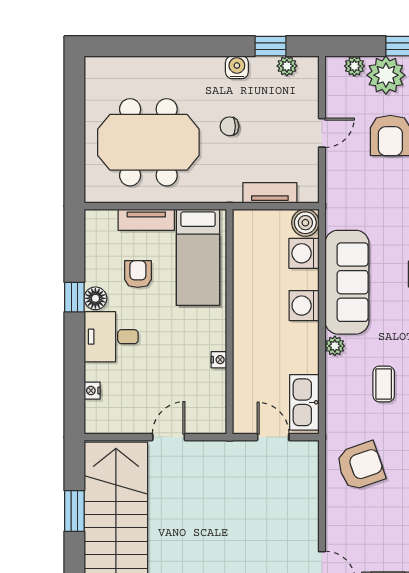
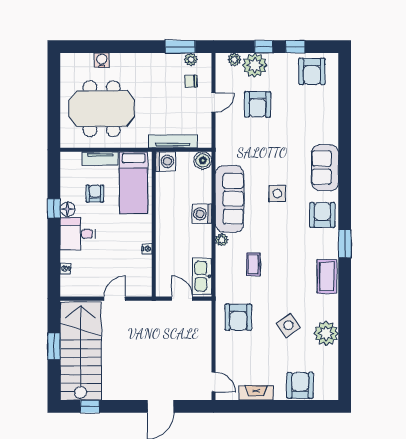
window: (270, 46) -> (180, 47), width x1.50
water cooler: (237, 67) -> (102, 60), moved
chair: (230, 126) -> (191, 81), moved
tv unit: (270, 193) -> (173, 141), width x1.41
washing machine: (304, 253) -> (165, 161), moved, turned 180
armchair: (360, 466) -> (238, 317), turned 109

